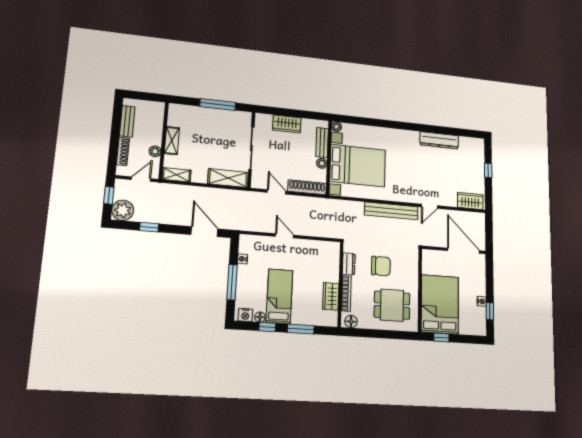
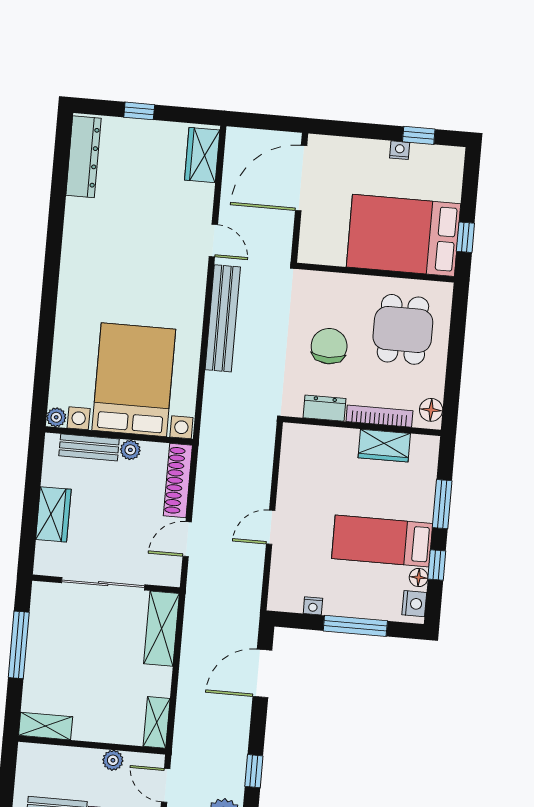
dresser: (439, 140) -> (83, 157), moved
shelving: (172, 141) -> (46, 726), moved

